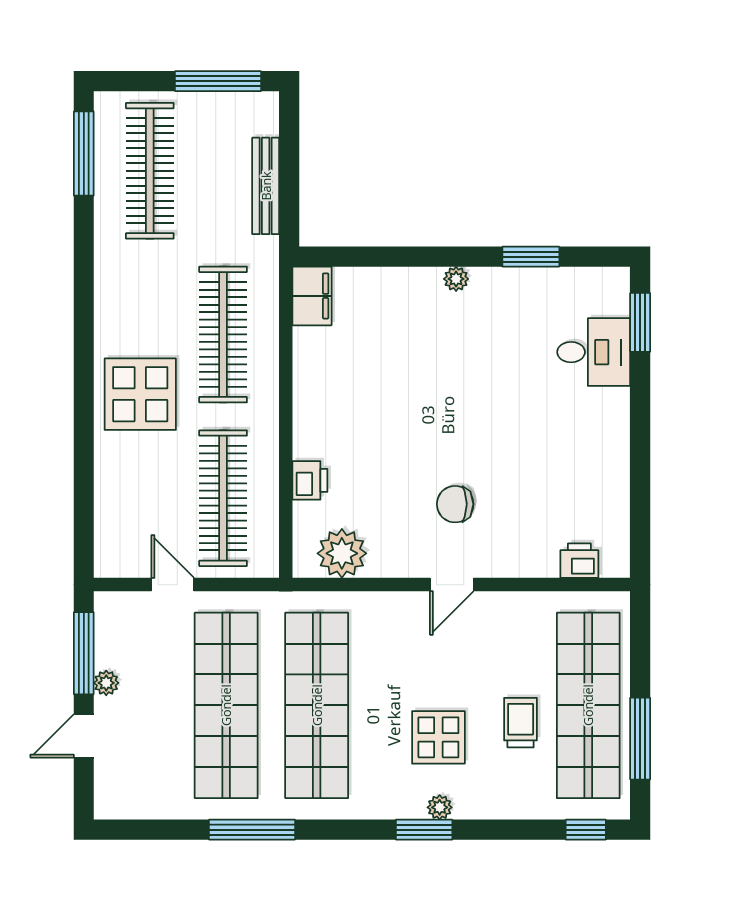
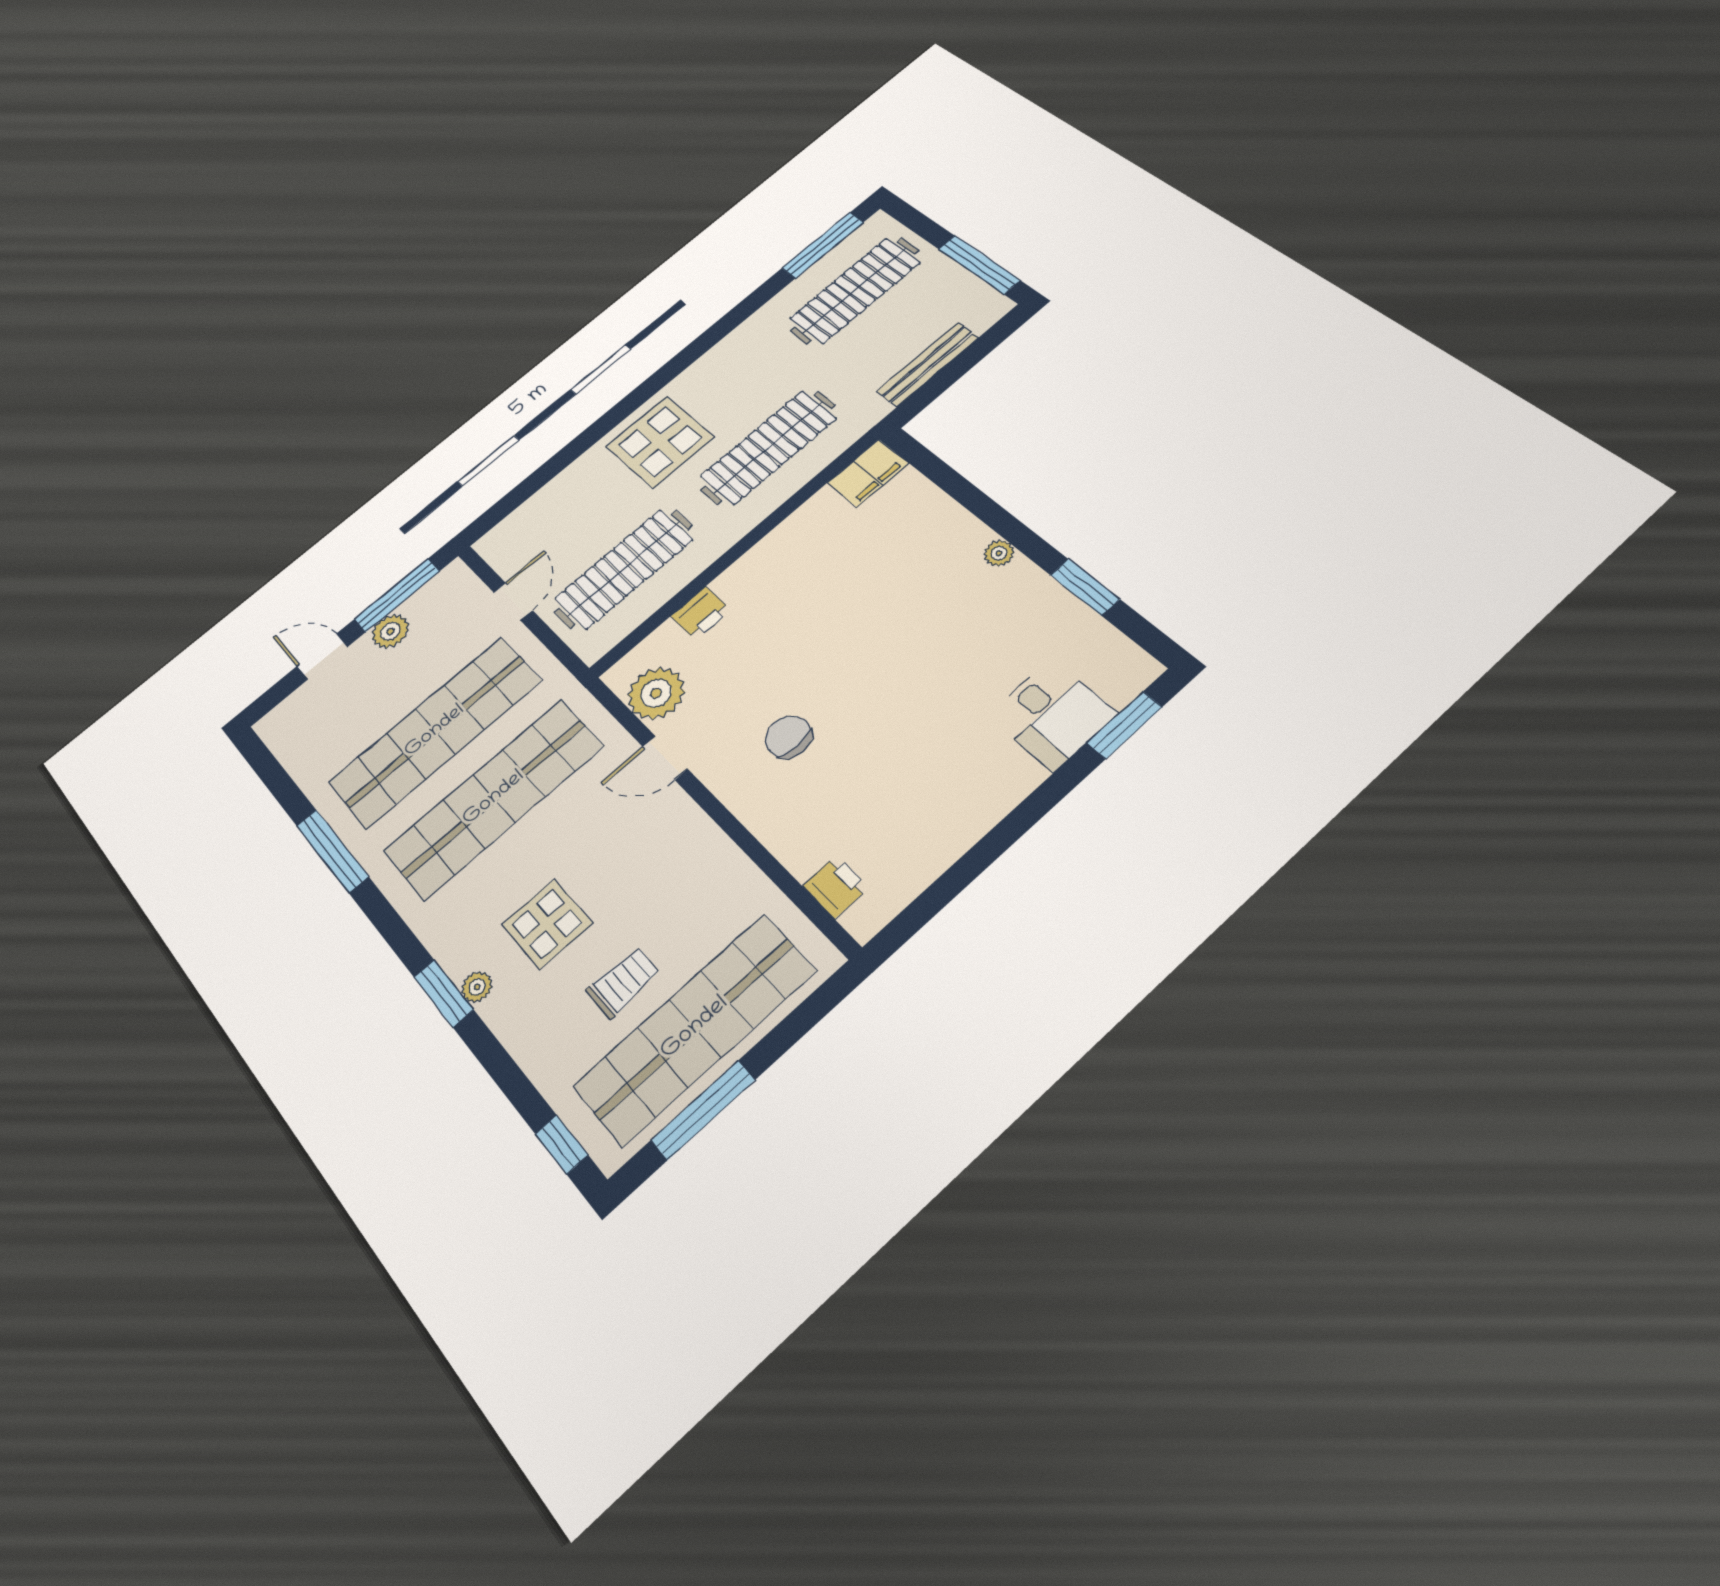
door: (452, 585) -> (665, 758), moved
plant: (106, 683) -> (390, 631), width x1.38, depth x1.38

